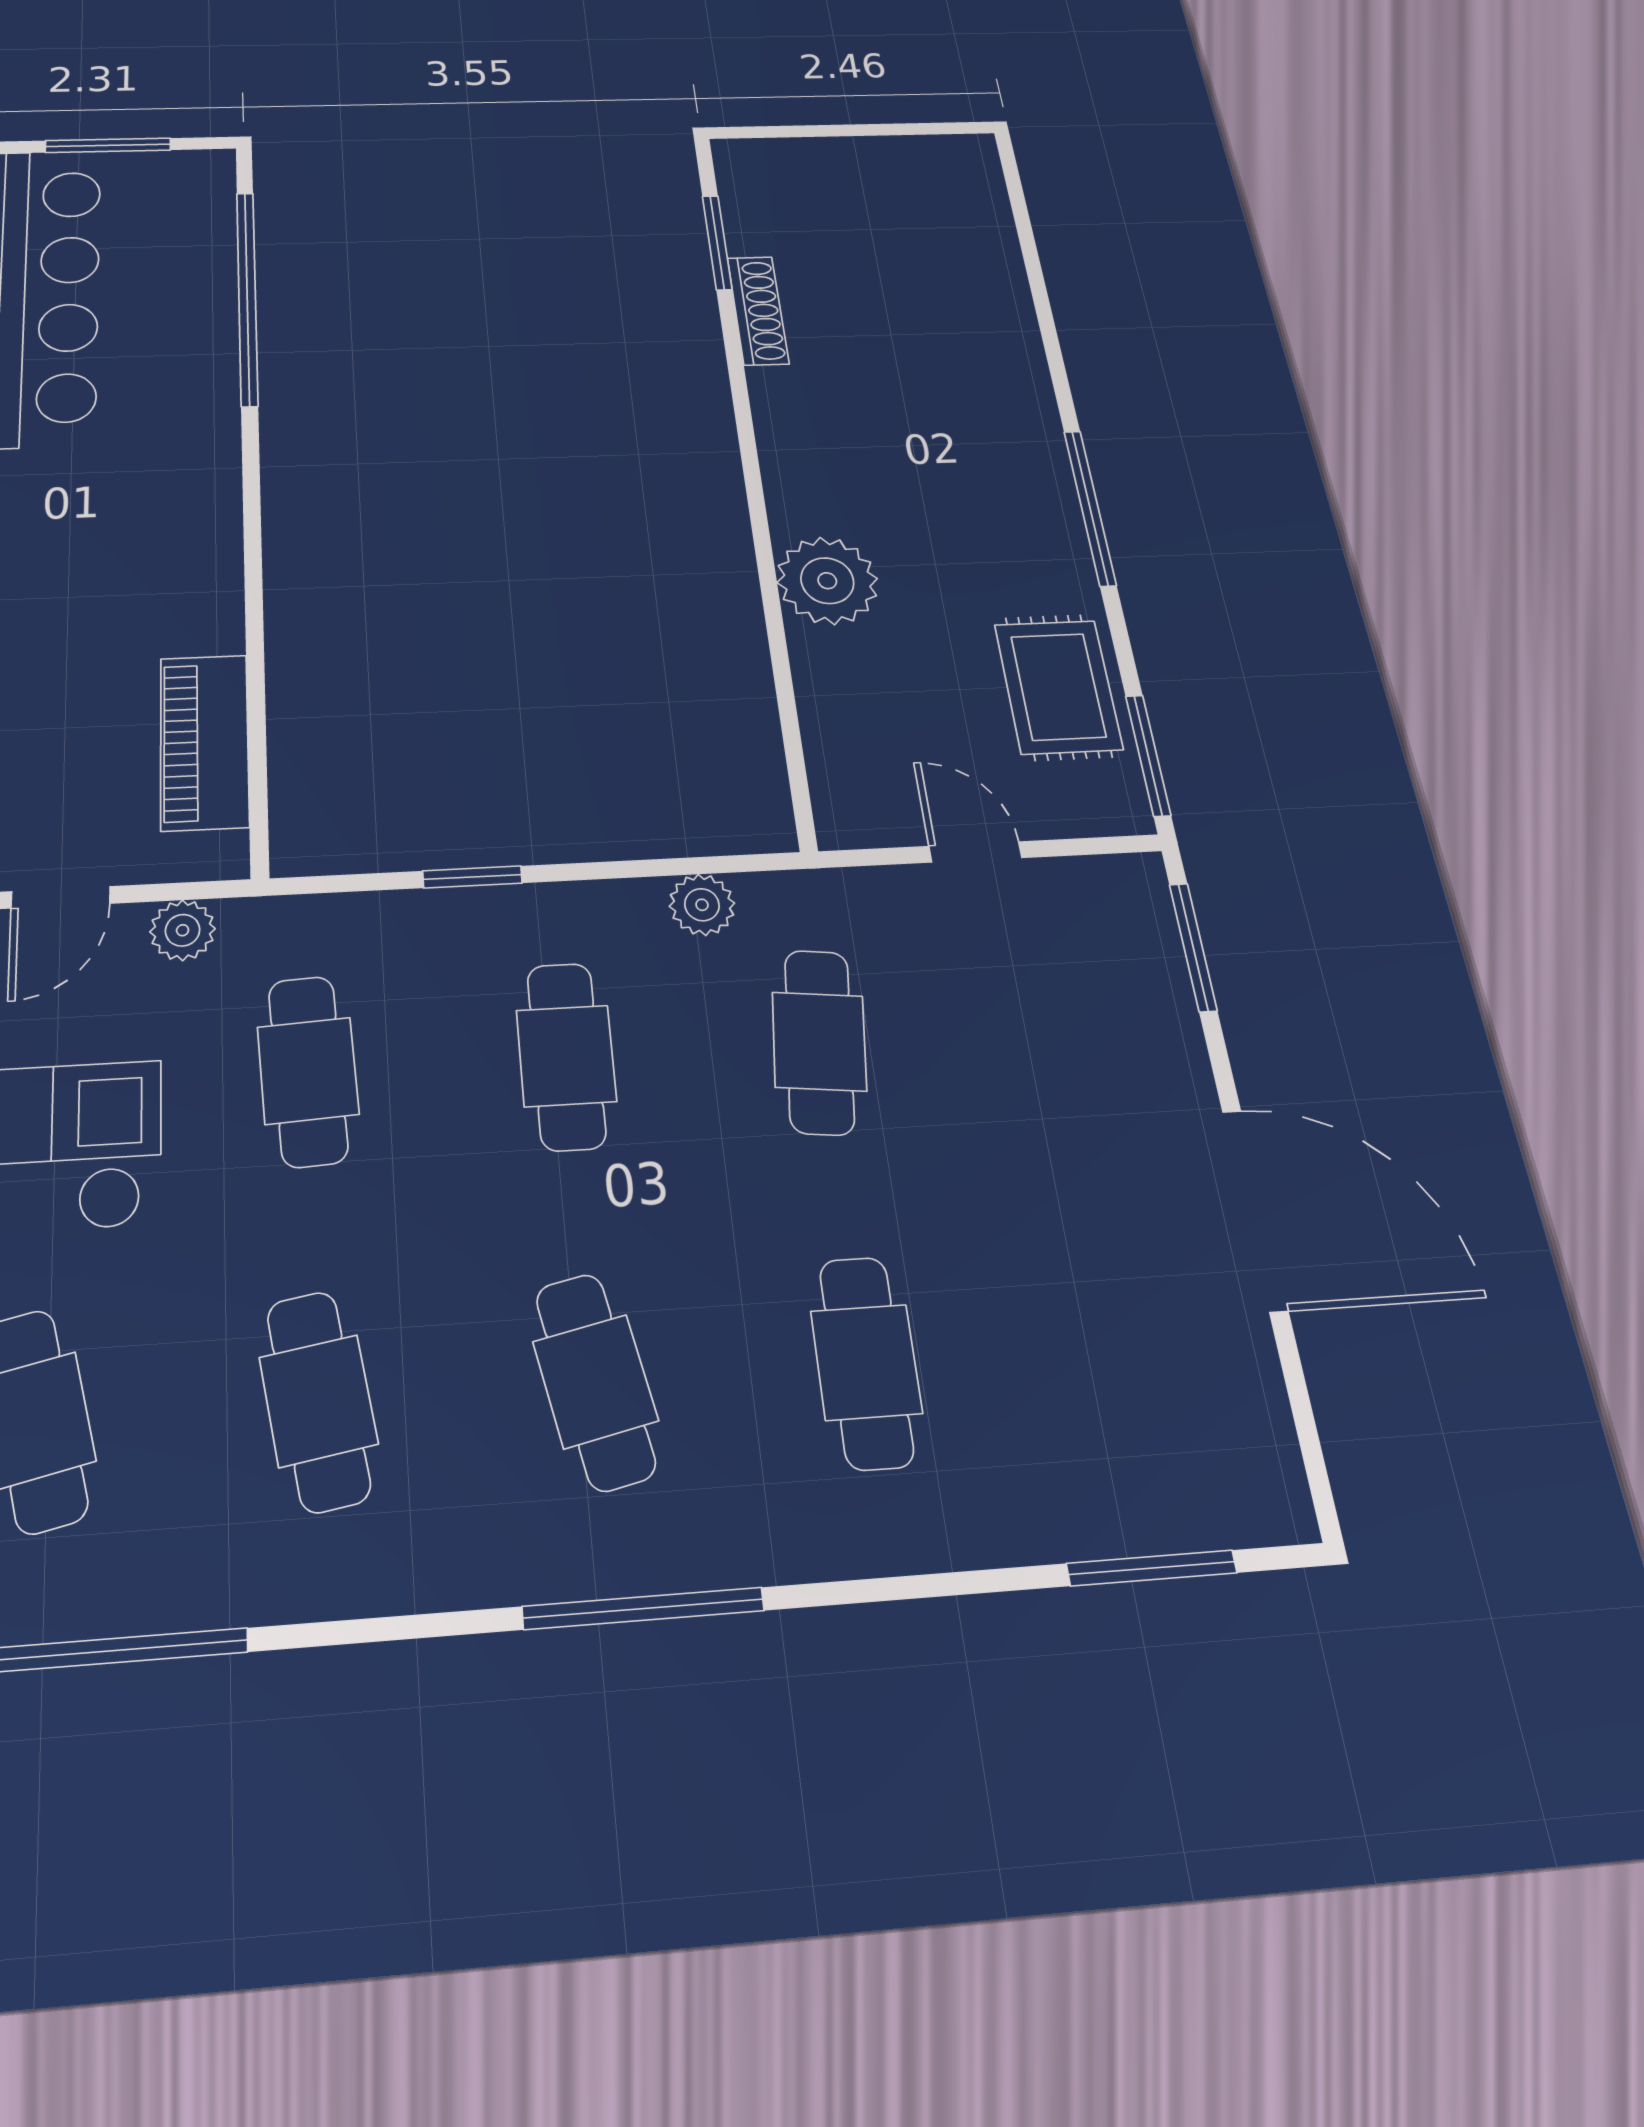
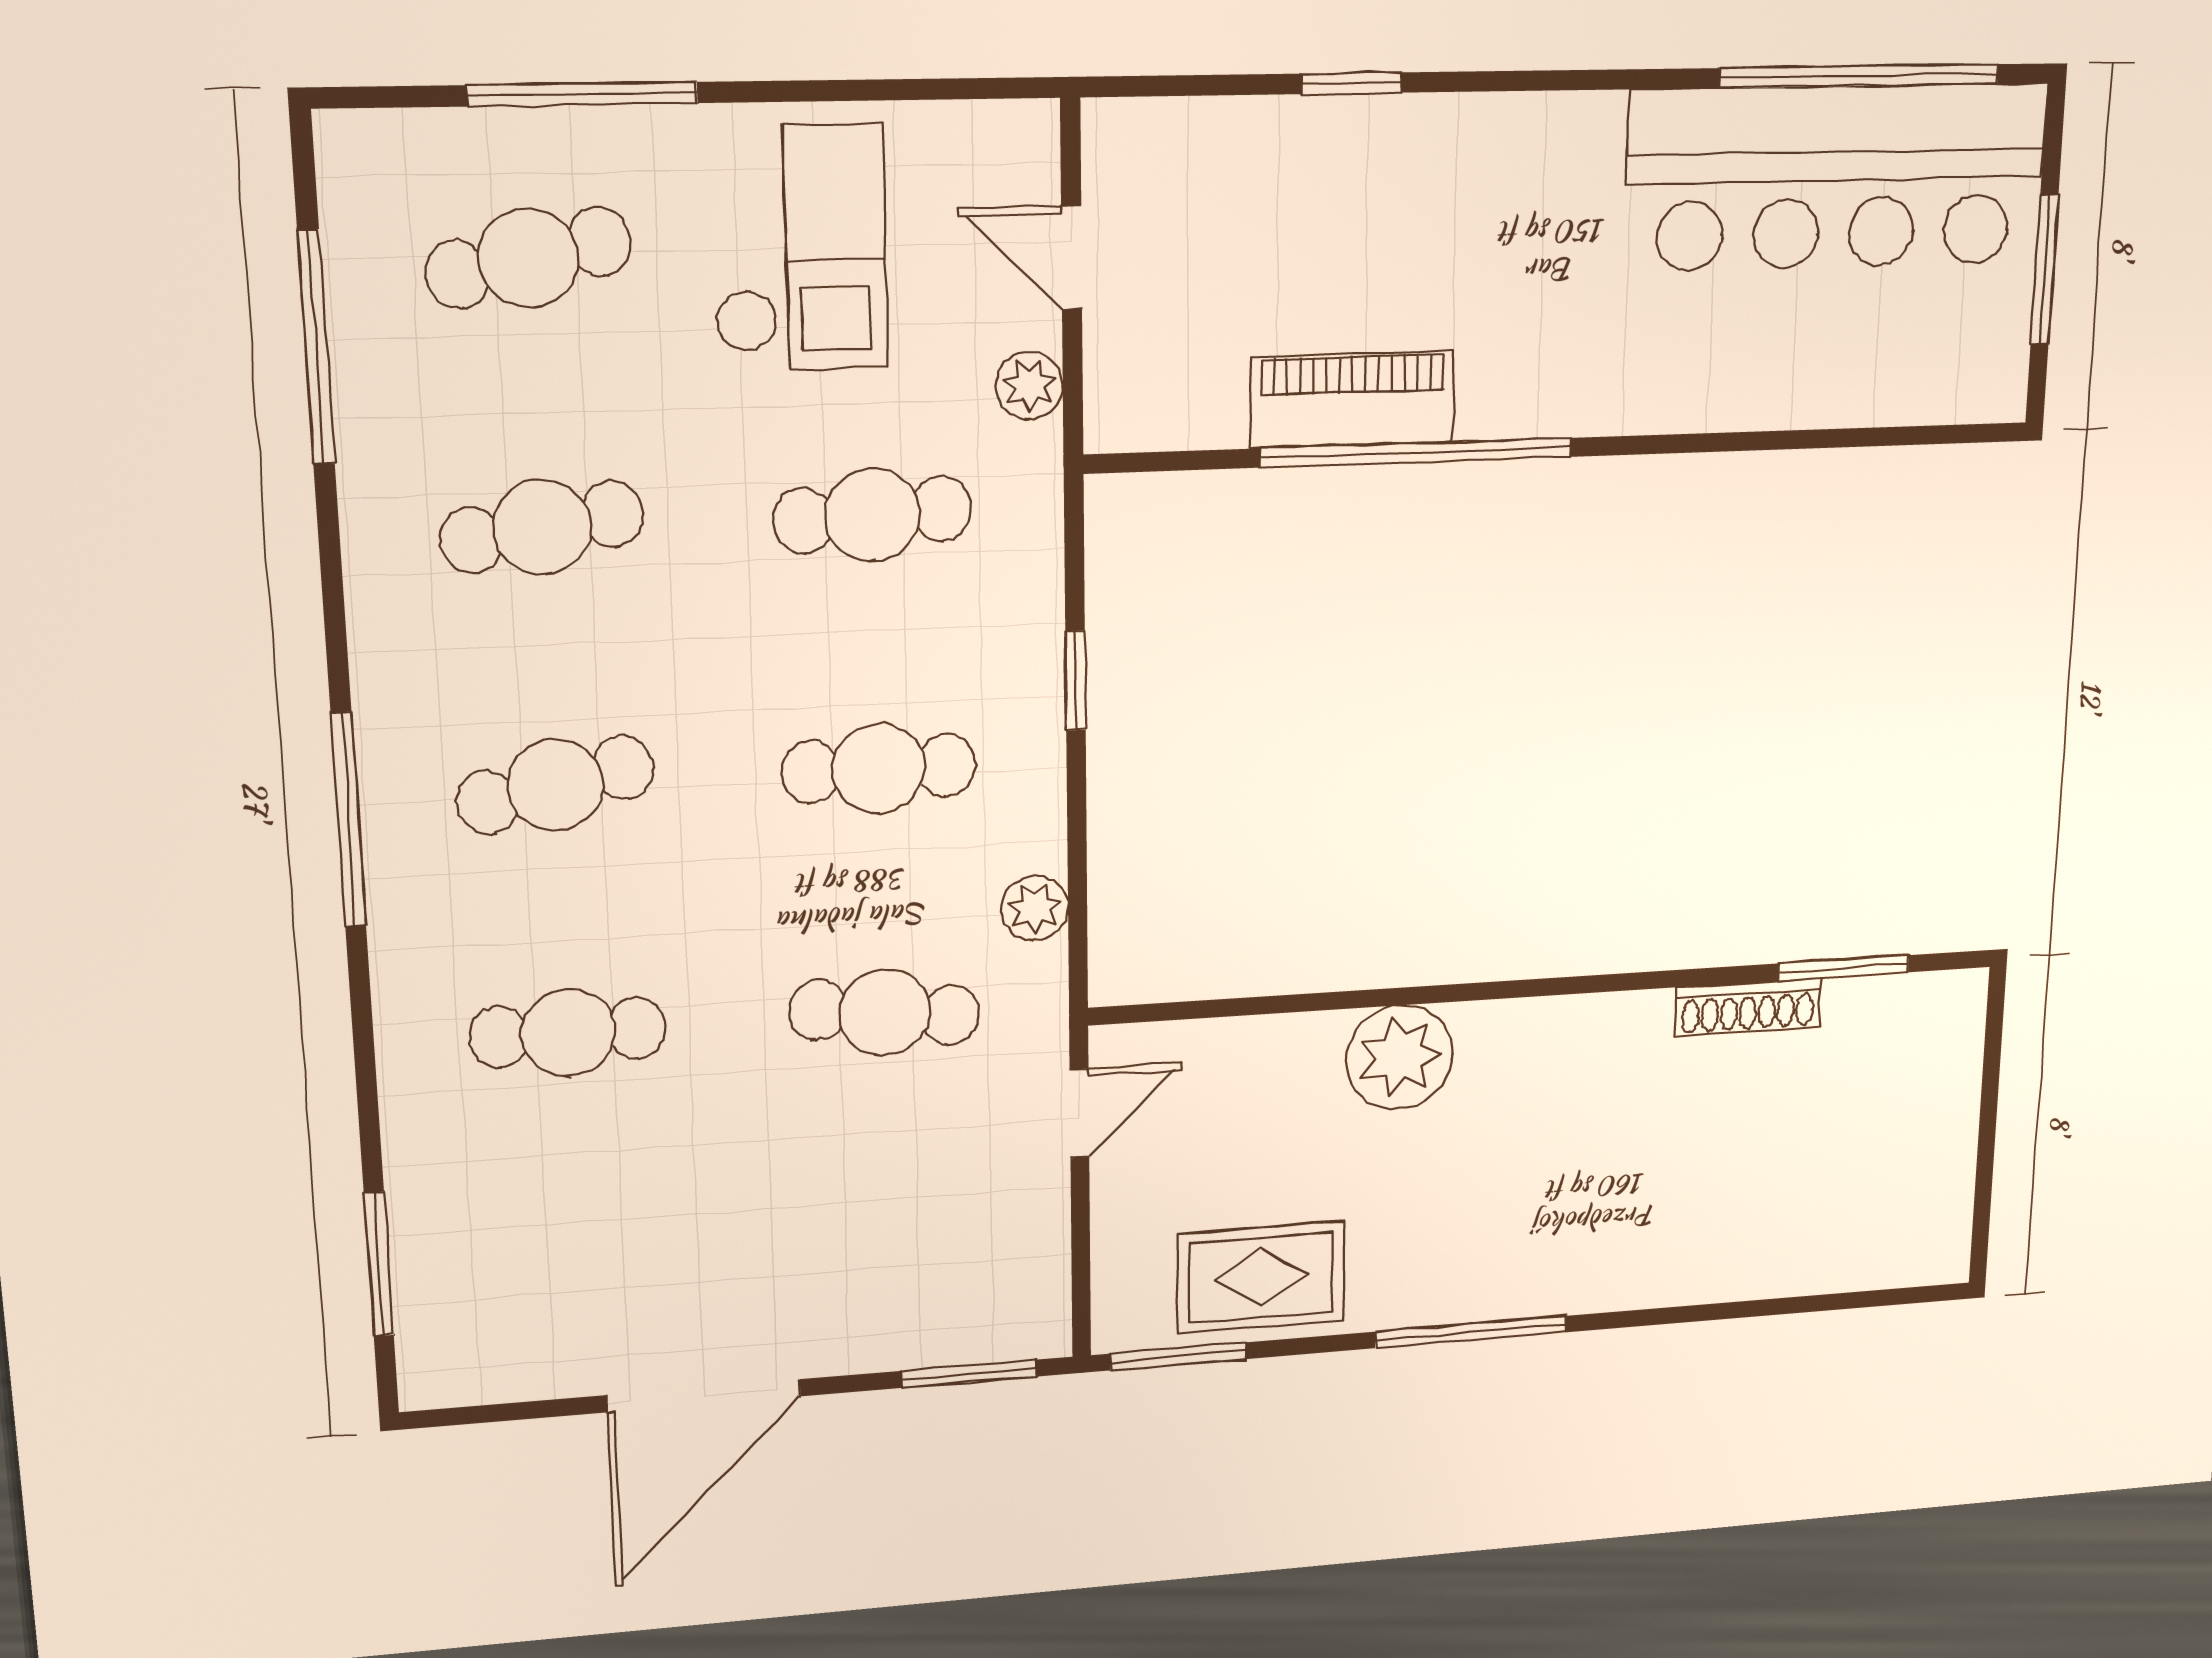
window: (247, 297) -> (1417, 453), moved
piano: (204, 742) -> (1352, 400), moved
door: (975, 852) -> (1079, 1113), moved

